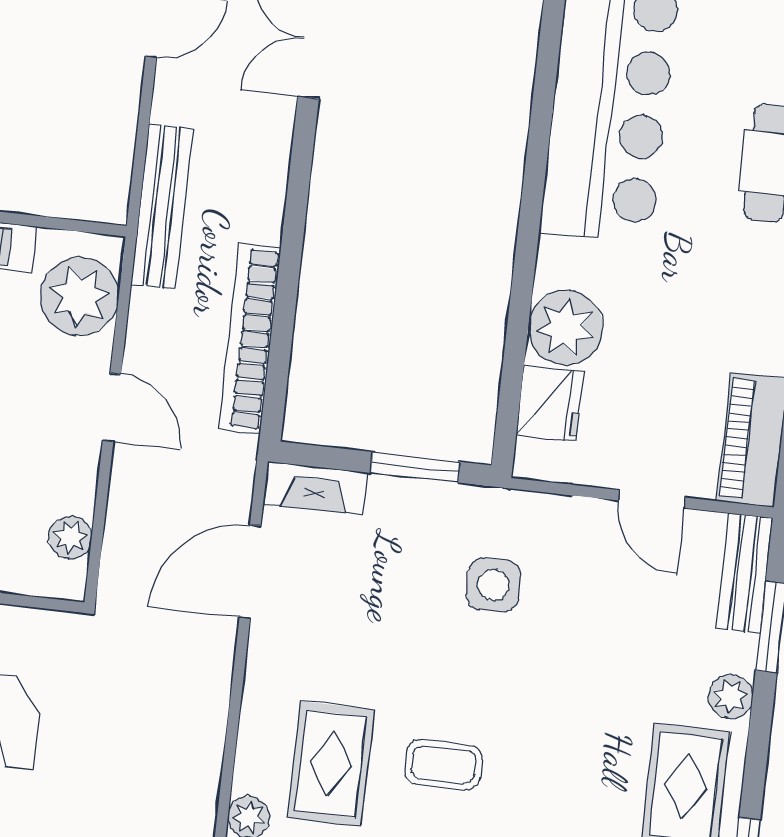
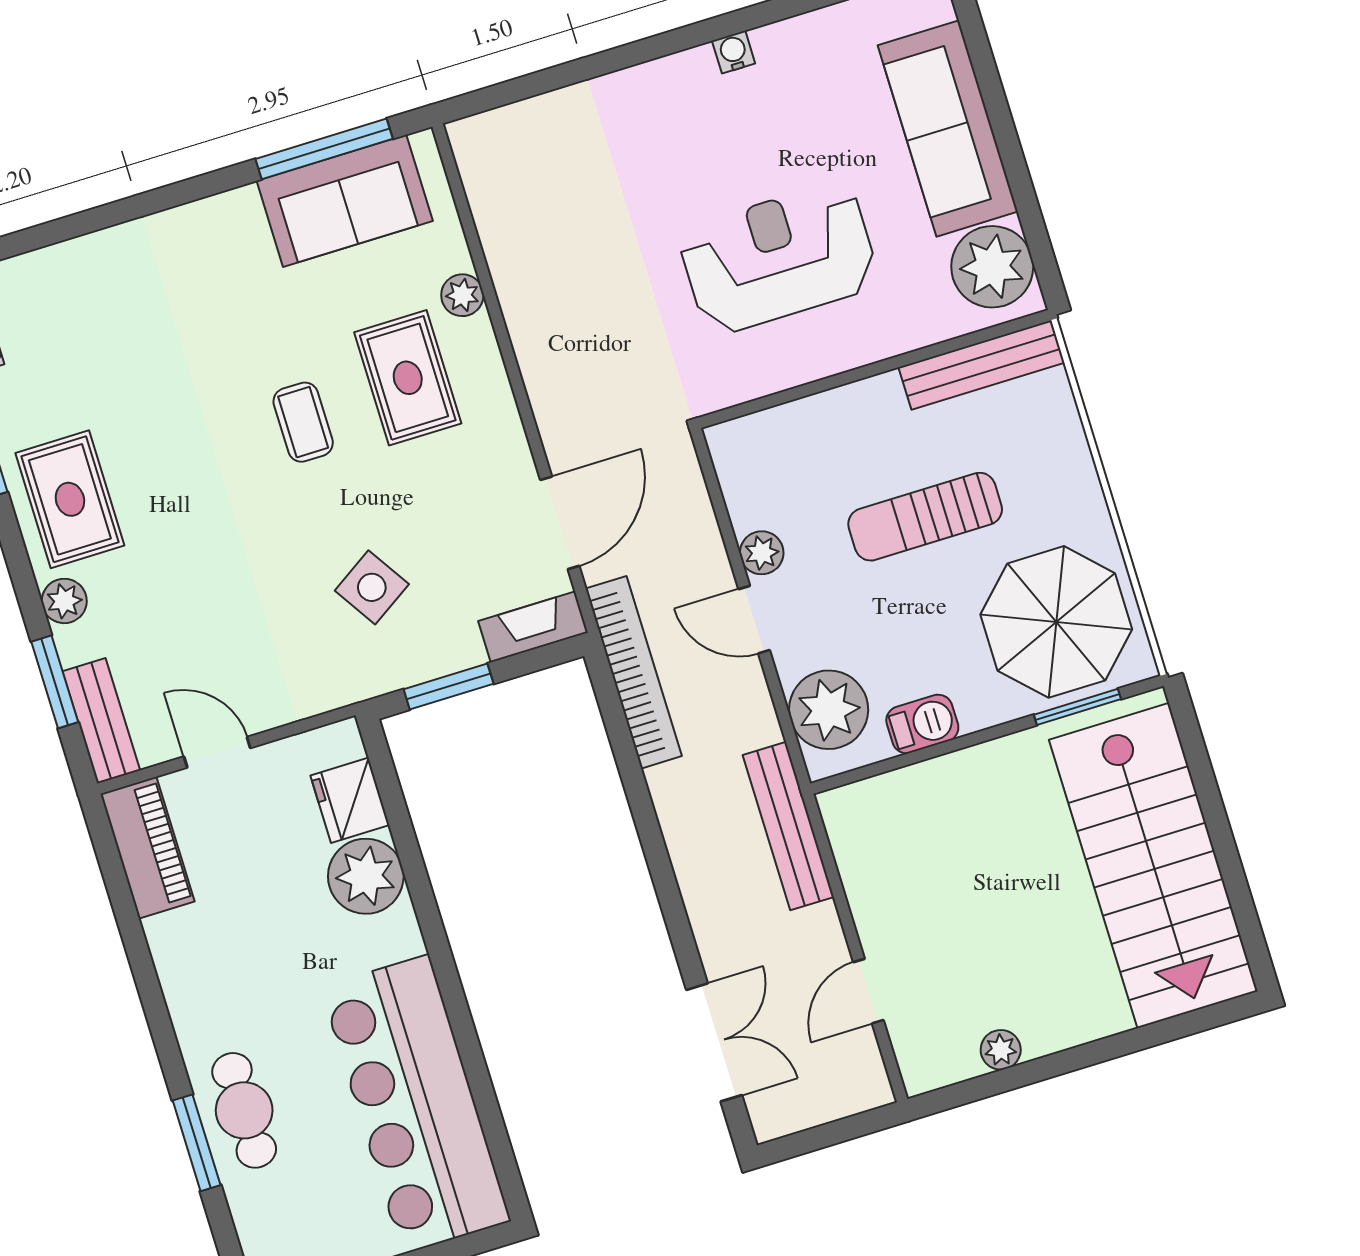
bookcase: (250, 339) -> (634, 672), moved
plant: (70, 537) -> (762, 553), moved
side table: (493, 585) -> (372, 587), moved, turned -33
coffee table: (443, 765) -> (303, 422), turned 90

